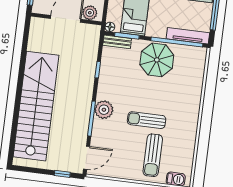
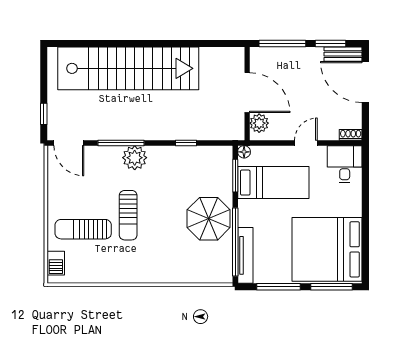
bench: (117, 42) -> (226, 164), removed
sun lounger: (147, 120) -> (128, 215), turned 180

